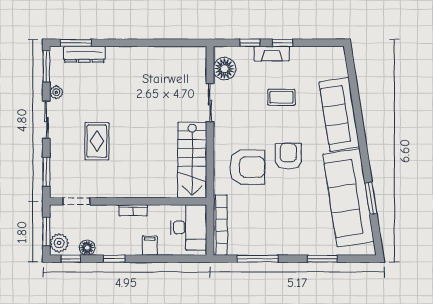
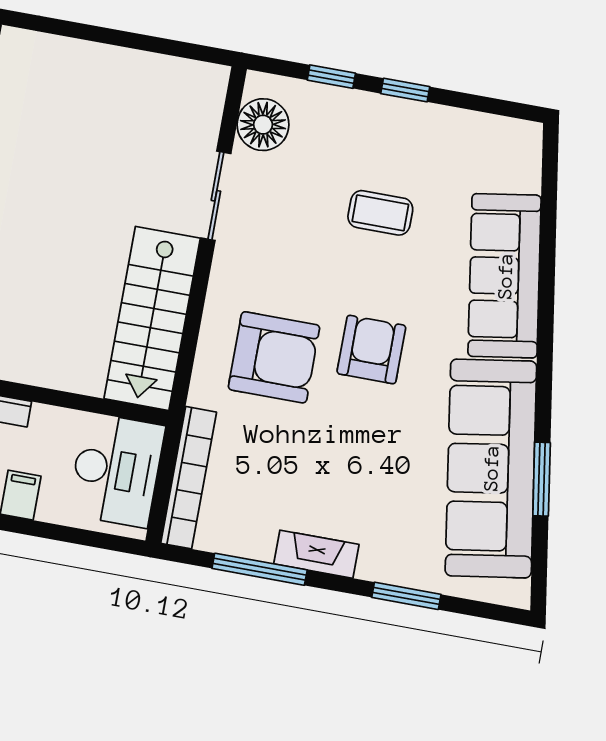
fireplace: (272, 54) -> (316, 554), moved, turned 180

